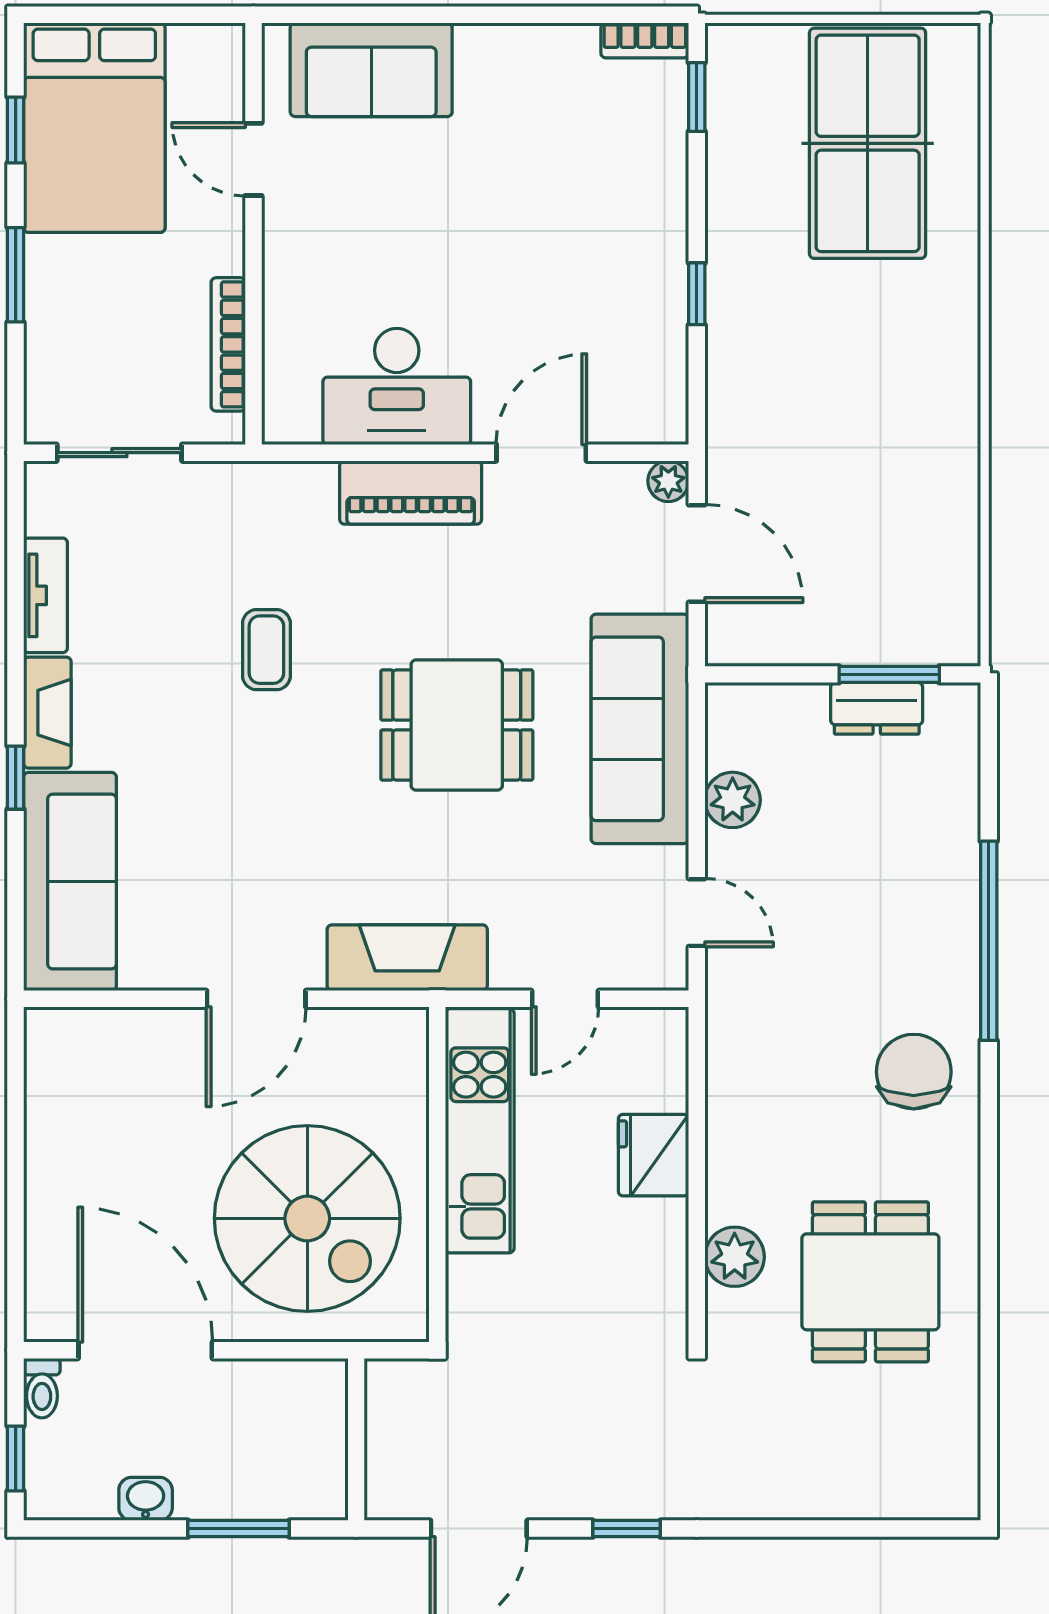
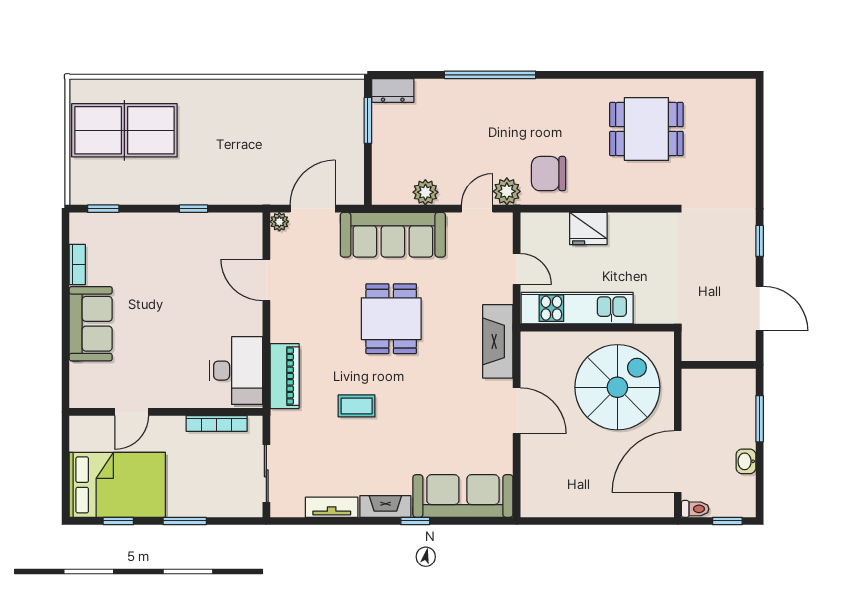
bookcase: (645, 40) -> (77, 265), moved
sofa: (371, 70) -> (91, 324), moved
desk: (397, 386) -> (236, 371), moved
piano: (411, 493) -> (285, 376), moved
dresser: (877, 708) -> (393, 90), moved, turned 90
chair: (914, 1072) -> (549, 174), moved
plant: (735, 1257) -> (507, 191), moved

